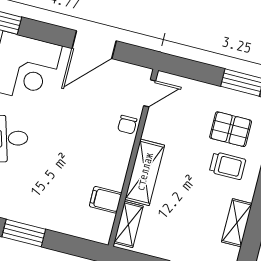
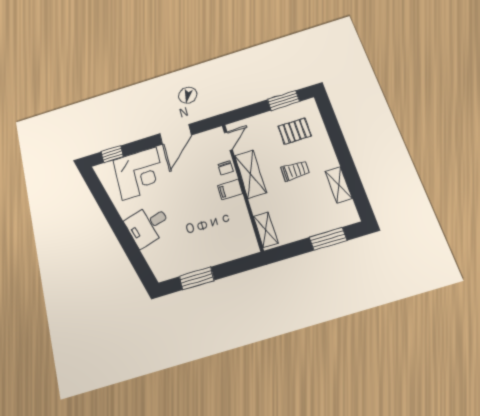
trolley: (228, 166) -> (295, 171), moved
shelving: (145, 172) -> (250, 174), moved
filing cabinet: (106, 200) -> (230, 190), moved

